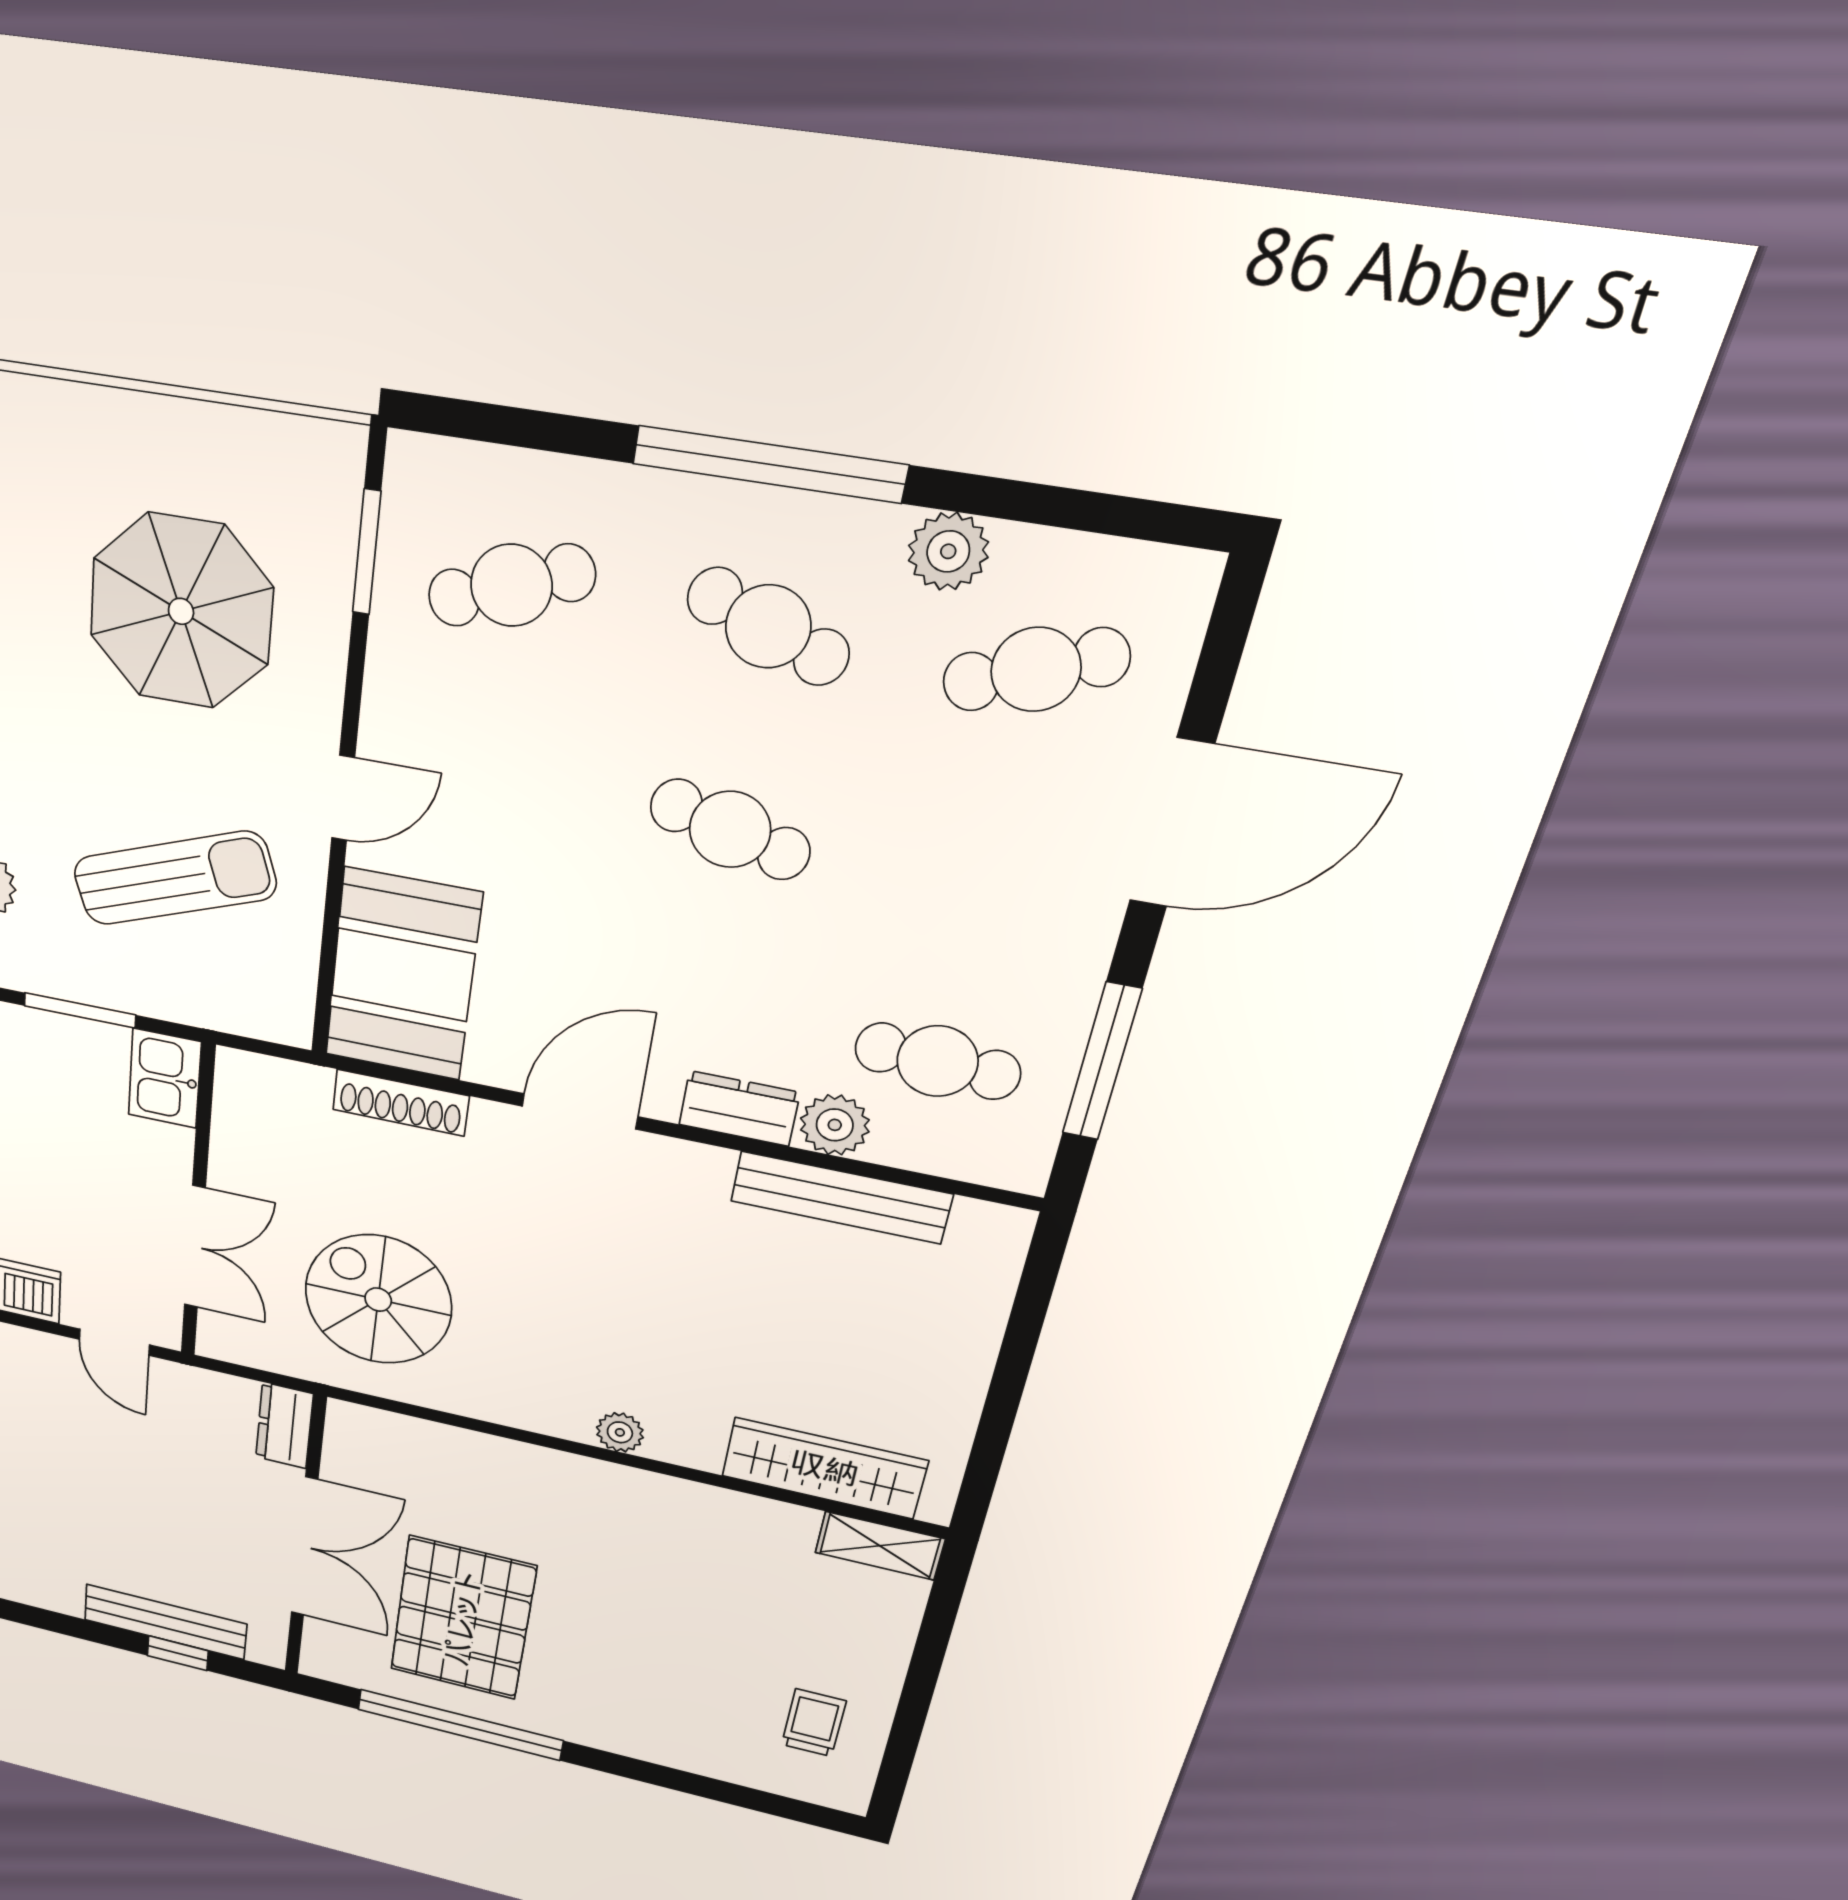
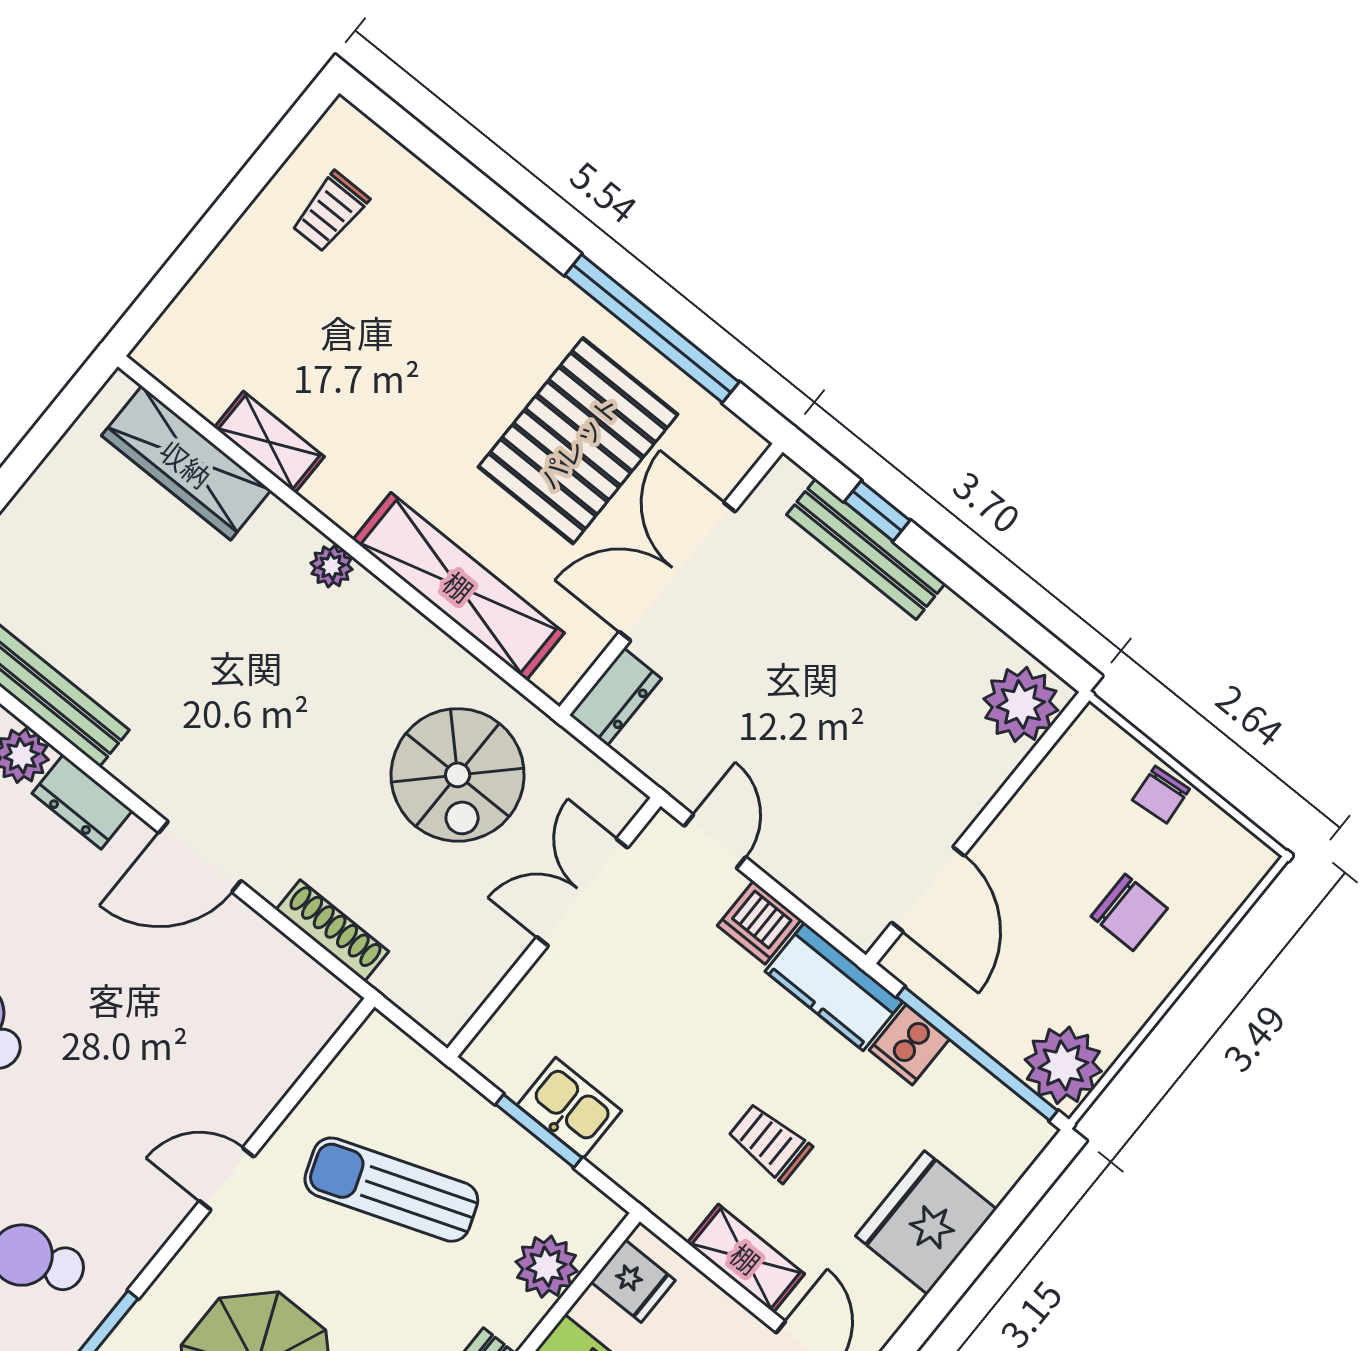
booth: (403, 975) -> (267, 1029), removed
kitchen sink: (165, 1078) -> (569, 1108), moved, turned -90
shelving: (488, 1461) -> (459, 586), added
shelving: (880, 1546) -> (269, 442), moved

